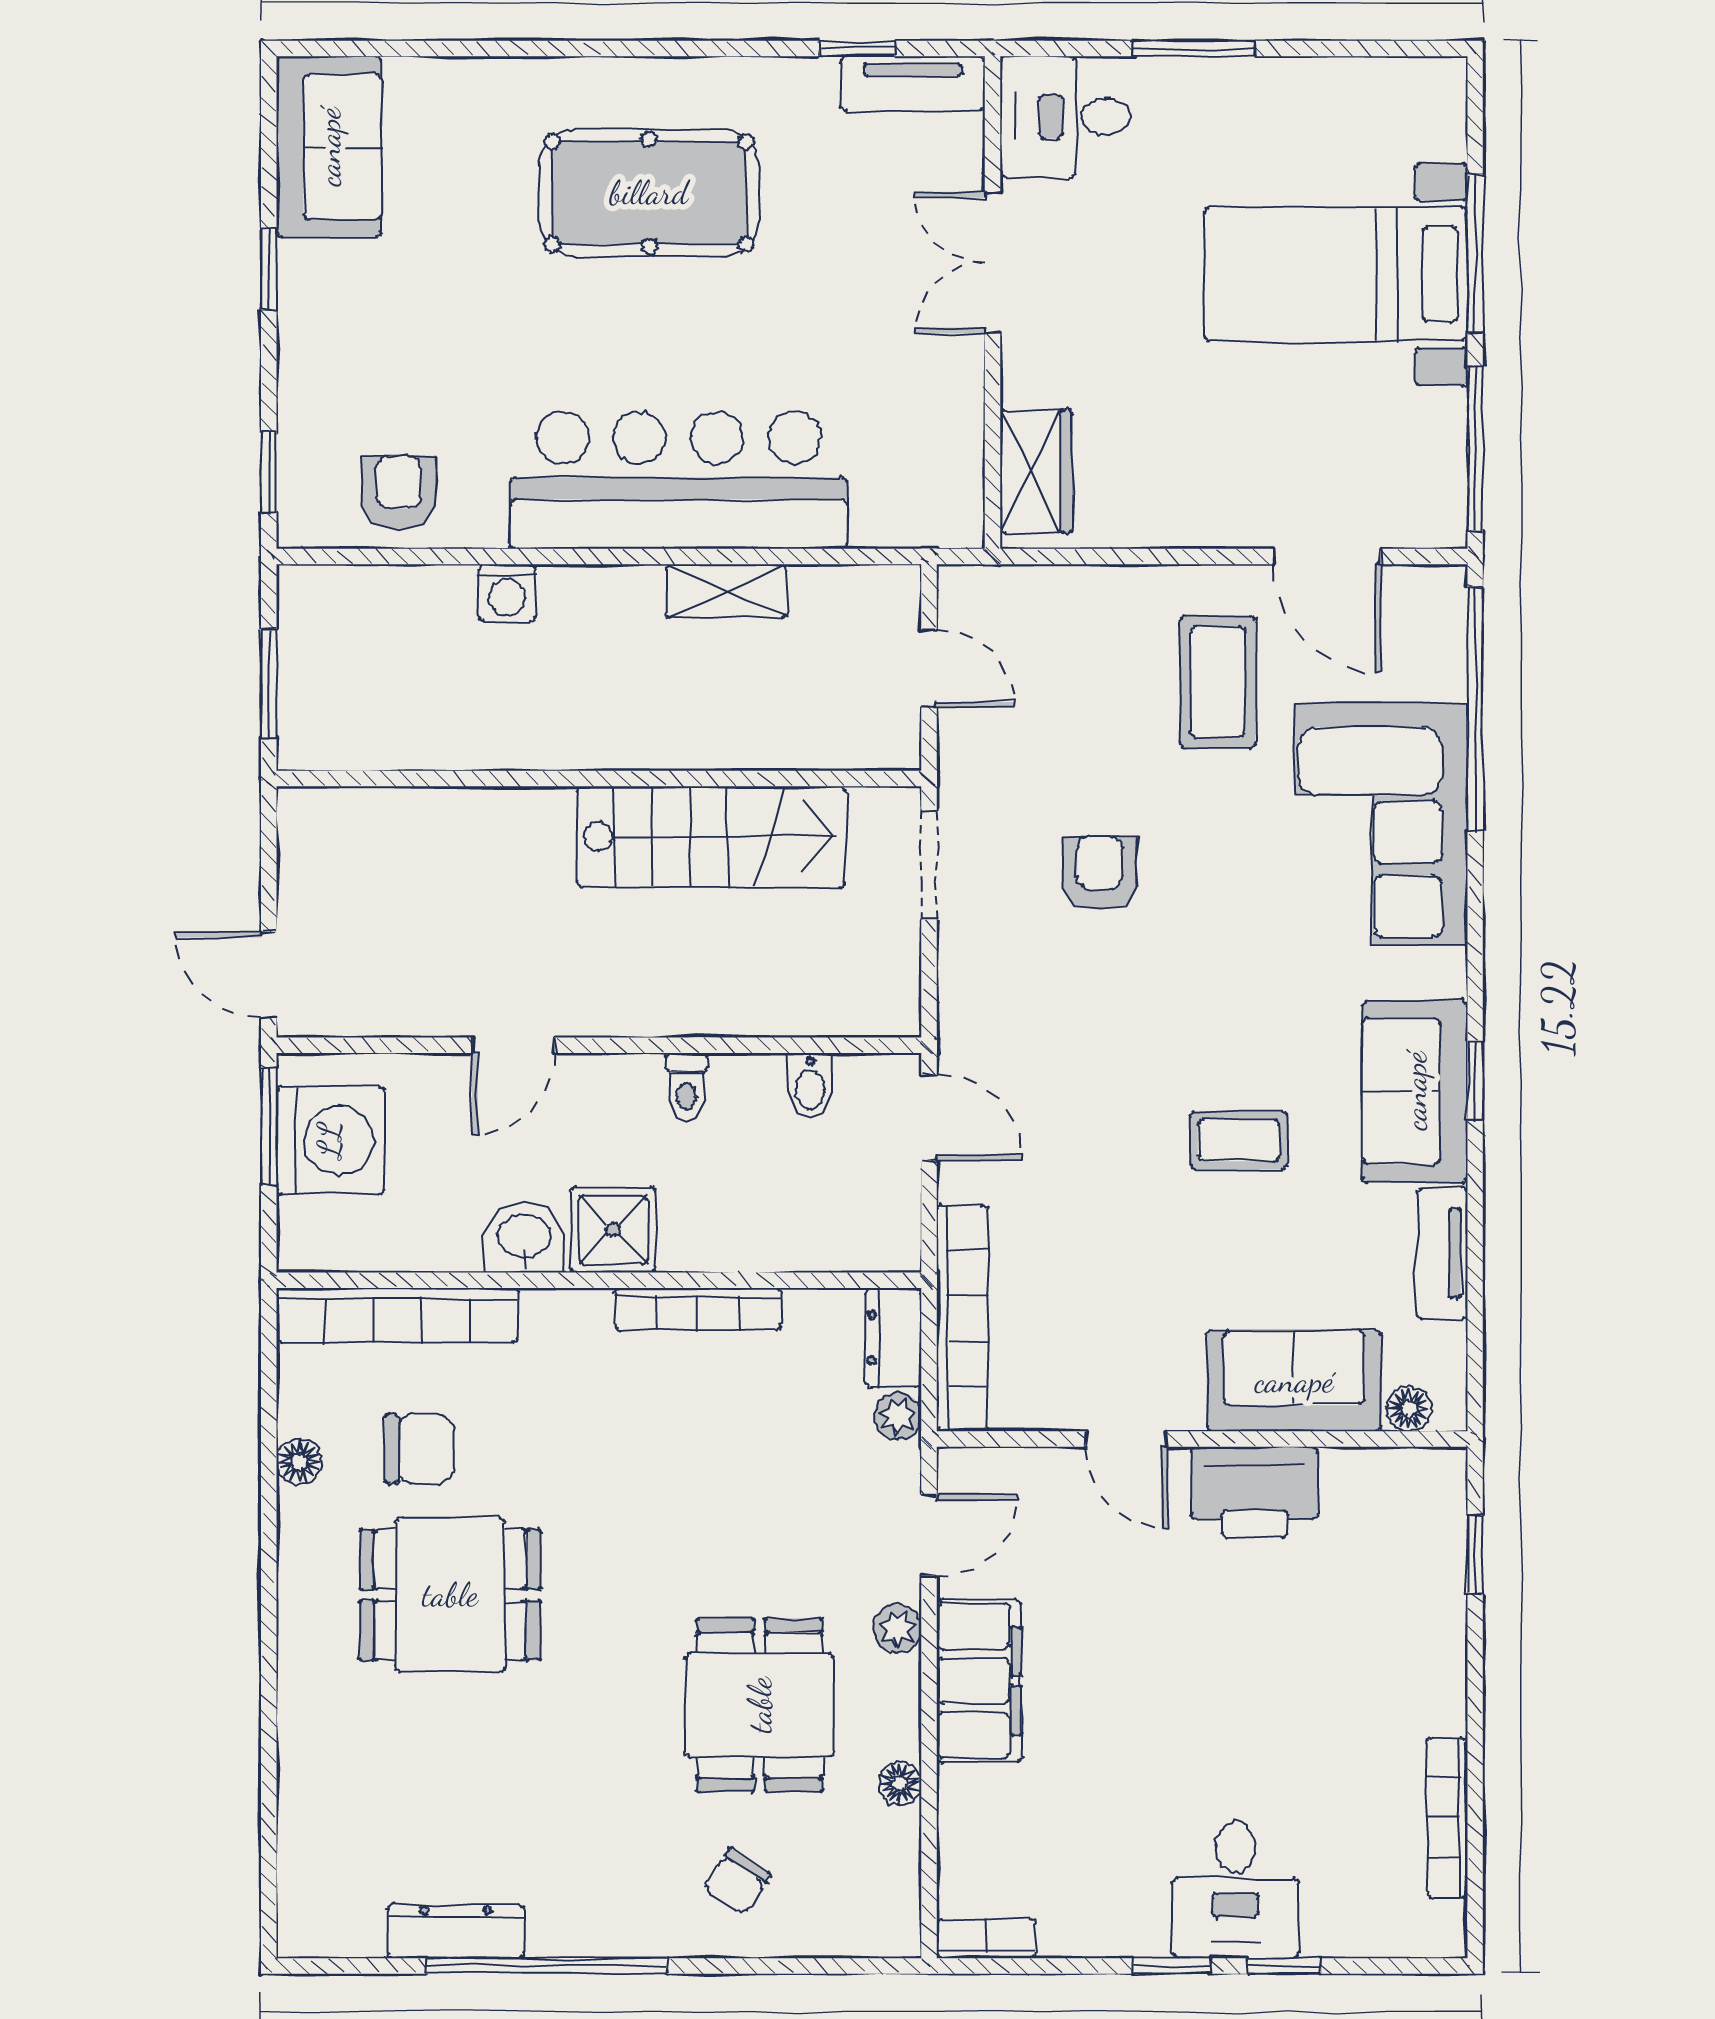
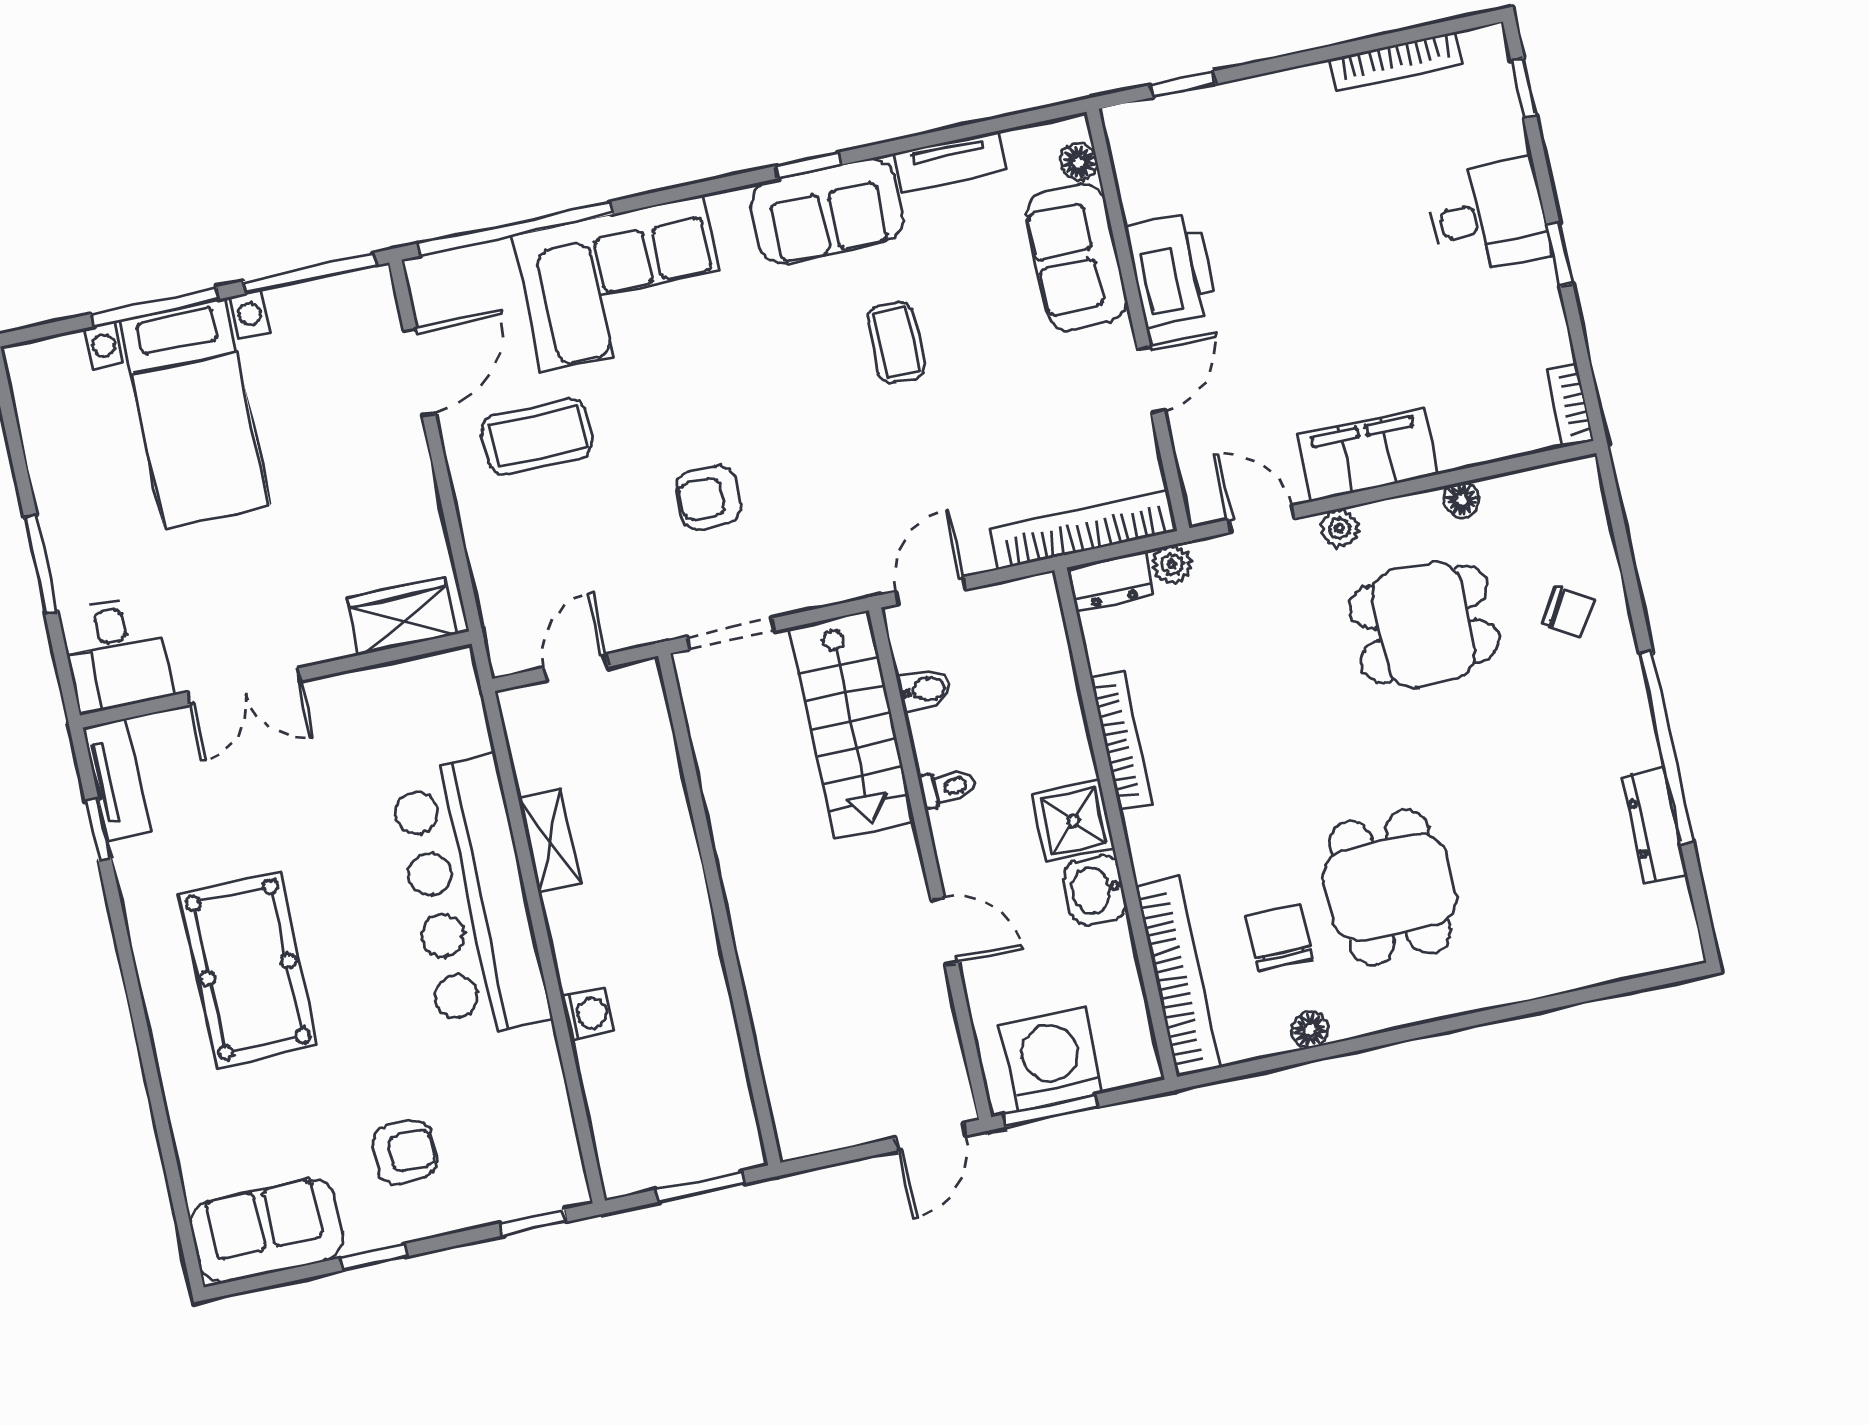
armchair: (399, 492) -> (405, 1152), moved, turned 180
stairs: (711, 837) -> (852, 725), moved, turned 180
window: (1284, 1966) -> (1524, 88), moved

